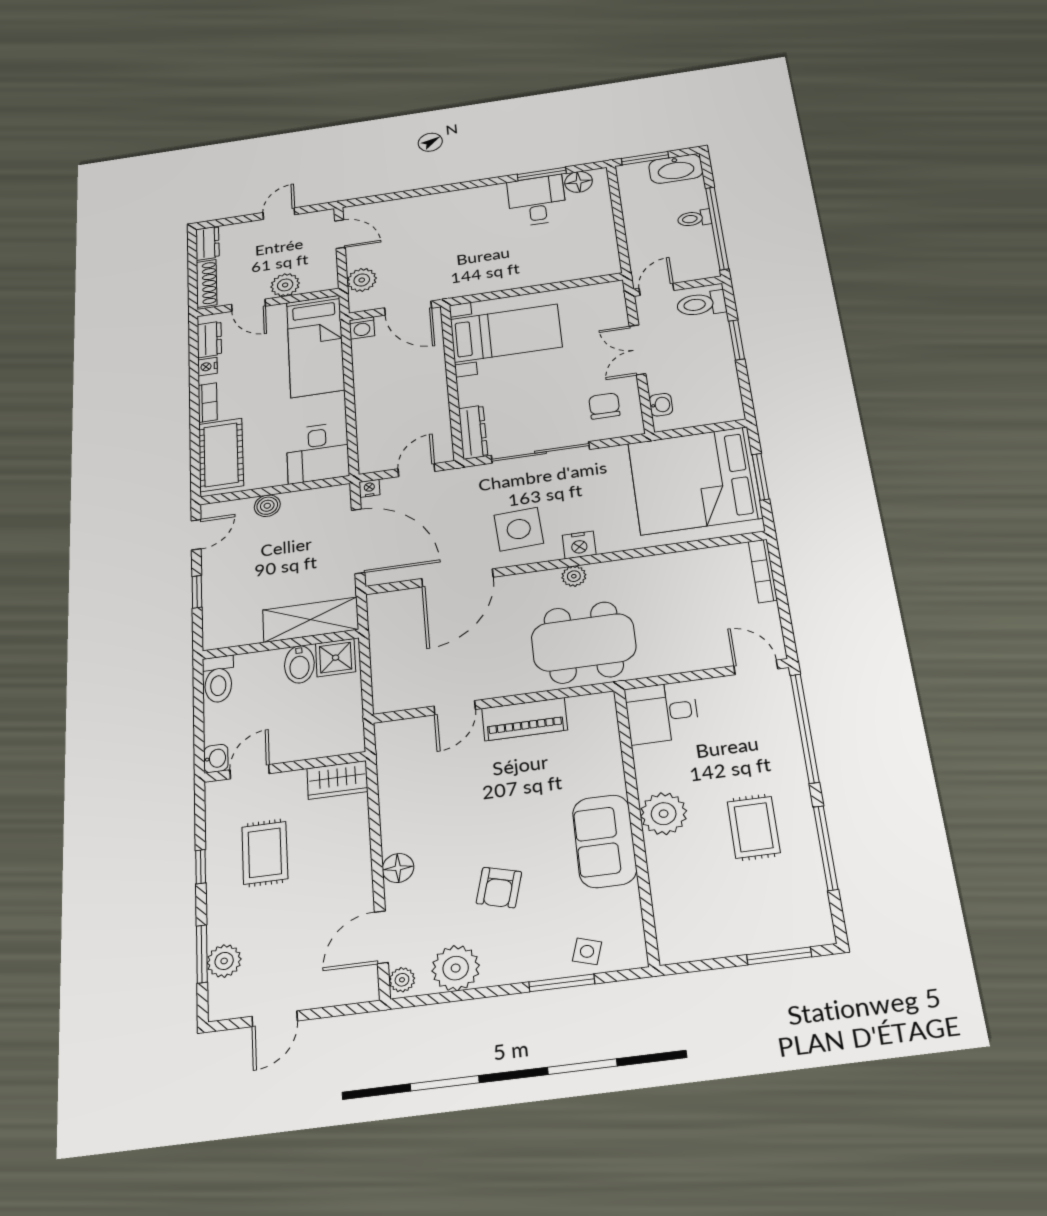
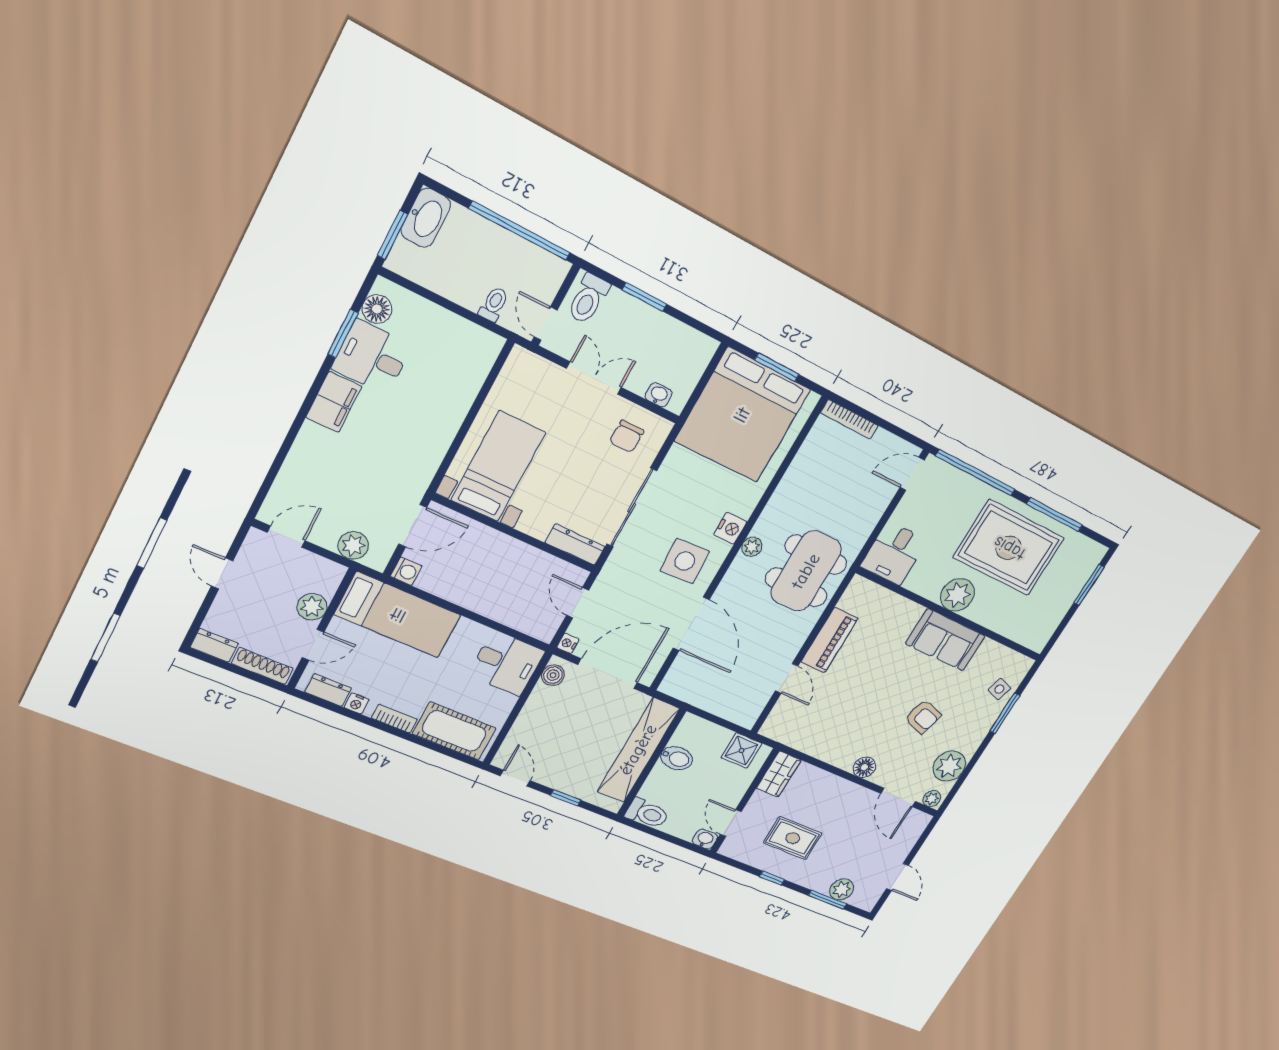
filing cabinet: (481, 199) -> (334, 402), added
toilet: (694, 218) -> (494, 304), moved, turned 180
double door: (638, 350) -> (594, 378), swing flipped
chair: (604, 406) -> (627, 436), turned -90
boiler: (267, 506) -> (553, 675), moved
shelving: (311, 620) -> (638, 750), width x1.47
shower: (336, 658) -> (742, 751), moved
rug: (754, 827) -> (1009, 548), width x1.86, depth x2.06

